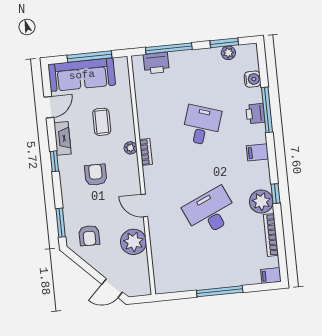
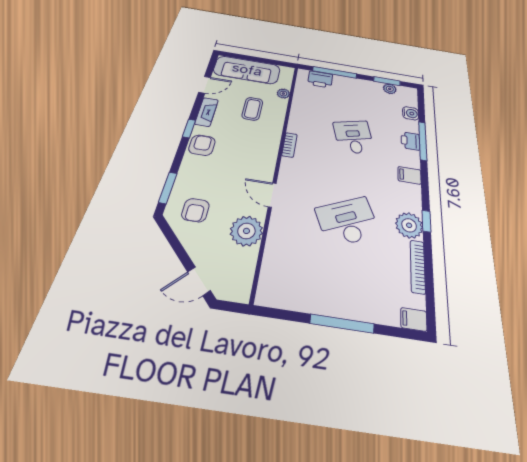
window: (89, 57) -> (259, 60), removed
desk: (202, 125) -> (354, 137), turned -33
plant: (130, 148) -> (283, 94), moved
armchair: (96, 175) -> (202, 145), moved

